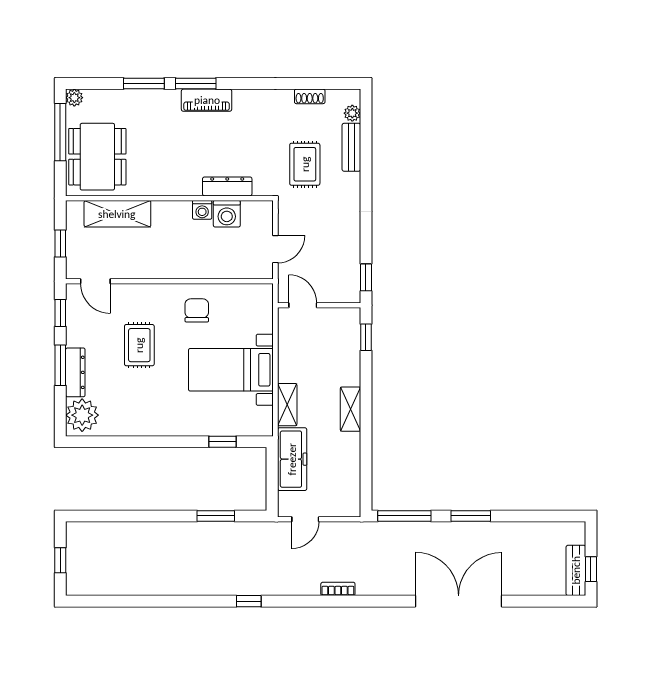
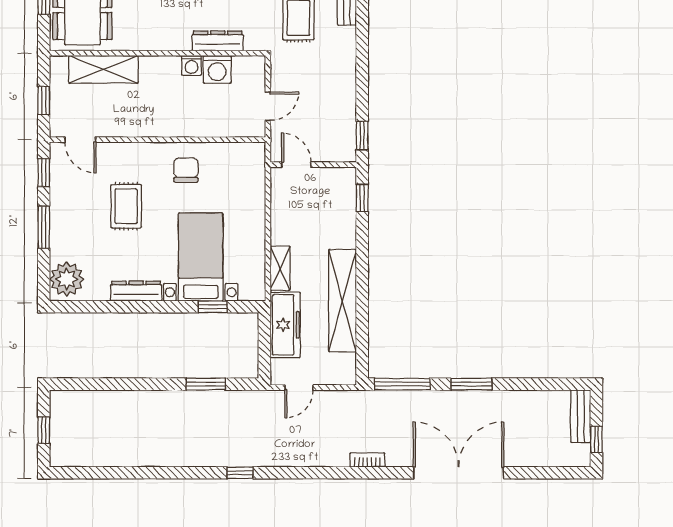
bed with nightstands: (231, 370) -> (201, 257), moved, turned 90
dresser: (75, 372) -> (136, 291), moved, turned -90
shelving: (350, 409) -> (343, 301), width x2.20, depth x1.33
bench: (576, 570) -> (581, 416), moved
bookcase: (338, 589) -> (367, 460), moved

